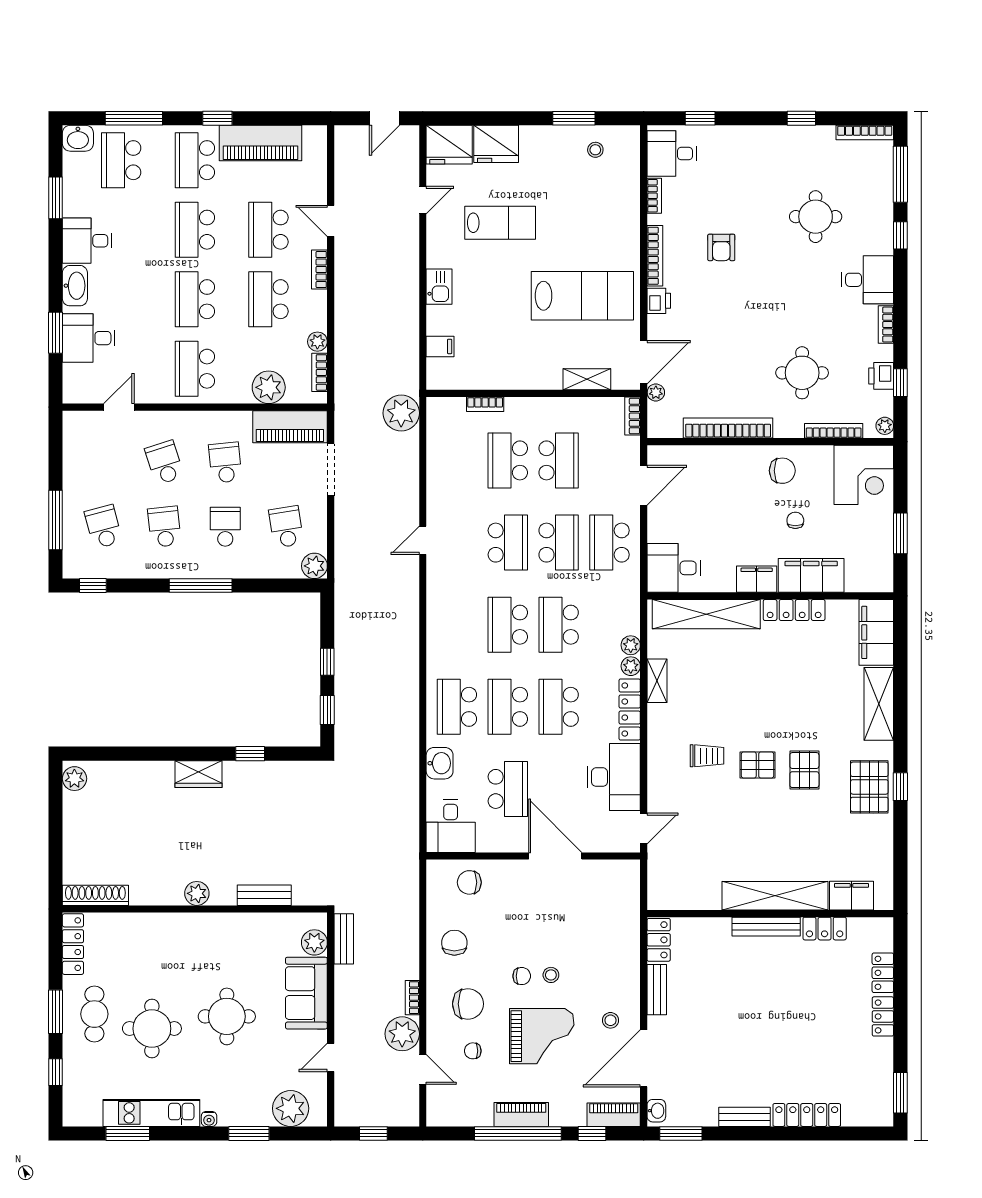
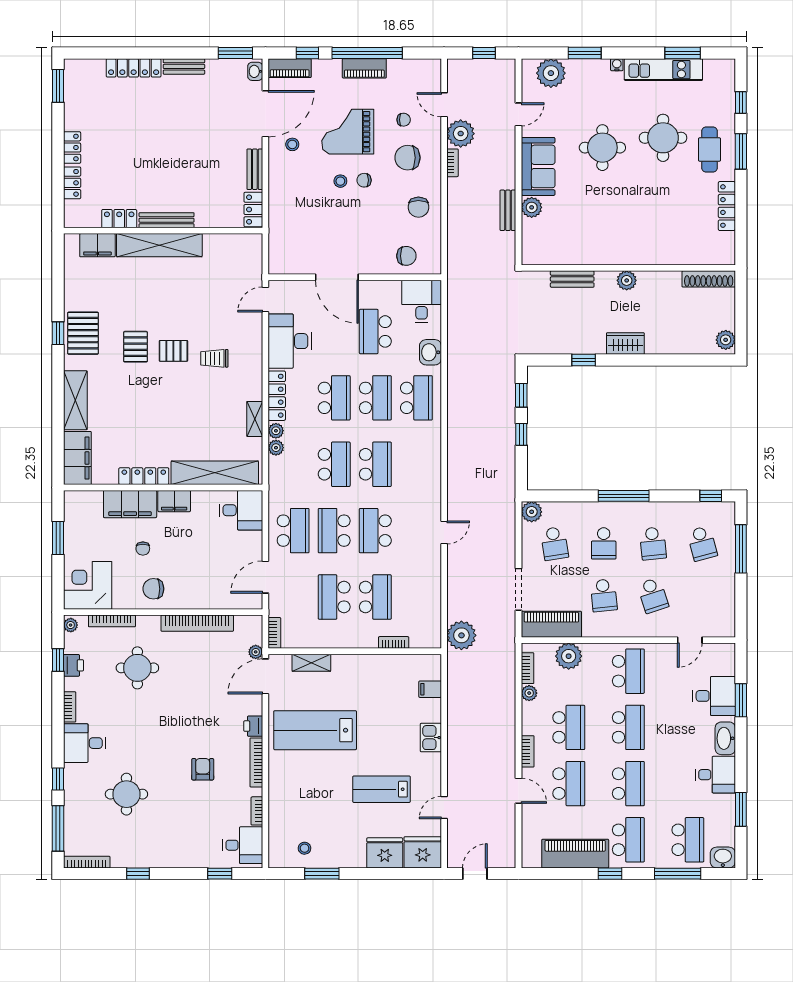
plant: (197, 893) -> (627, 280), moved
shoe rack: (95, 895) -> (709, 279), moved
bench: (264, 895) -> (572, 279), moved
wall: (195, 909) -> (628, 268), moved

